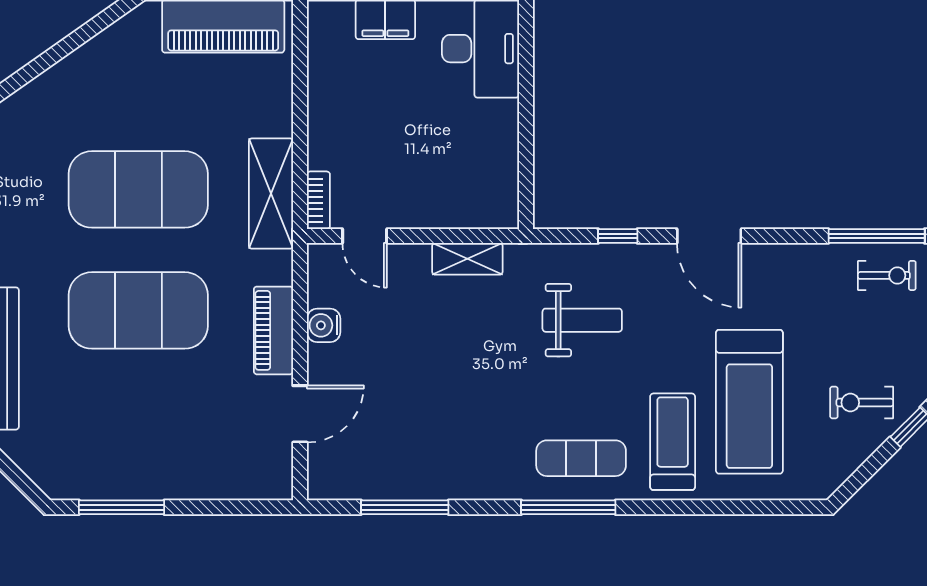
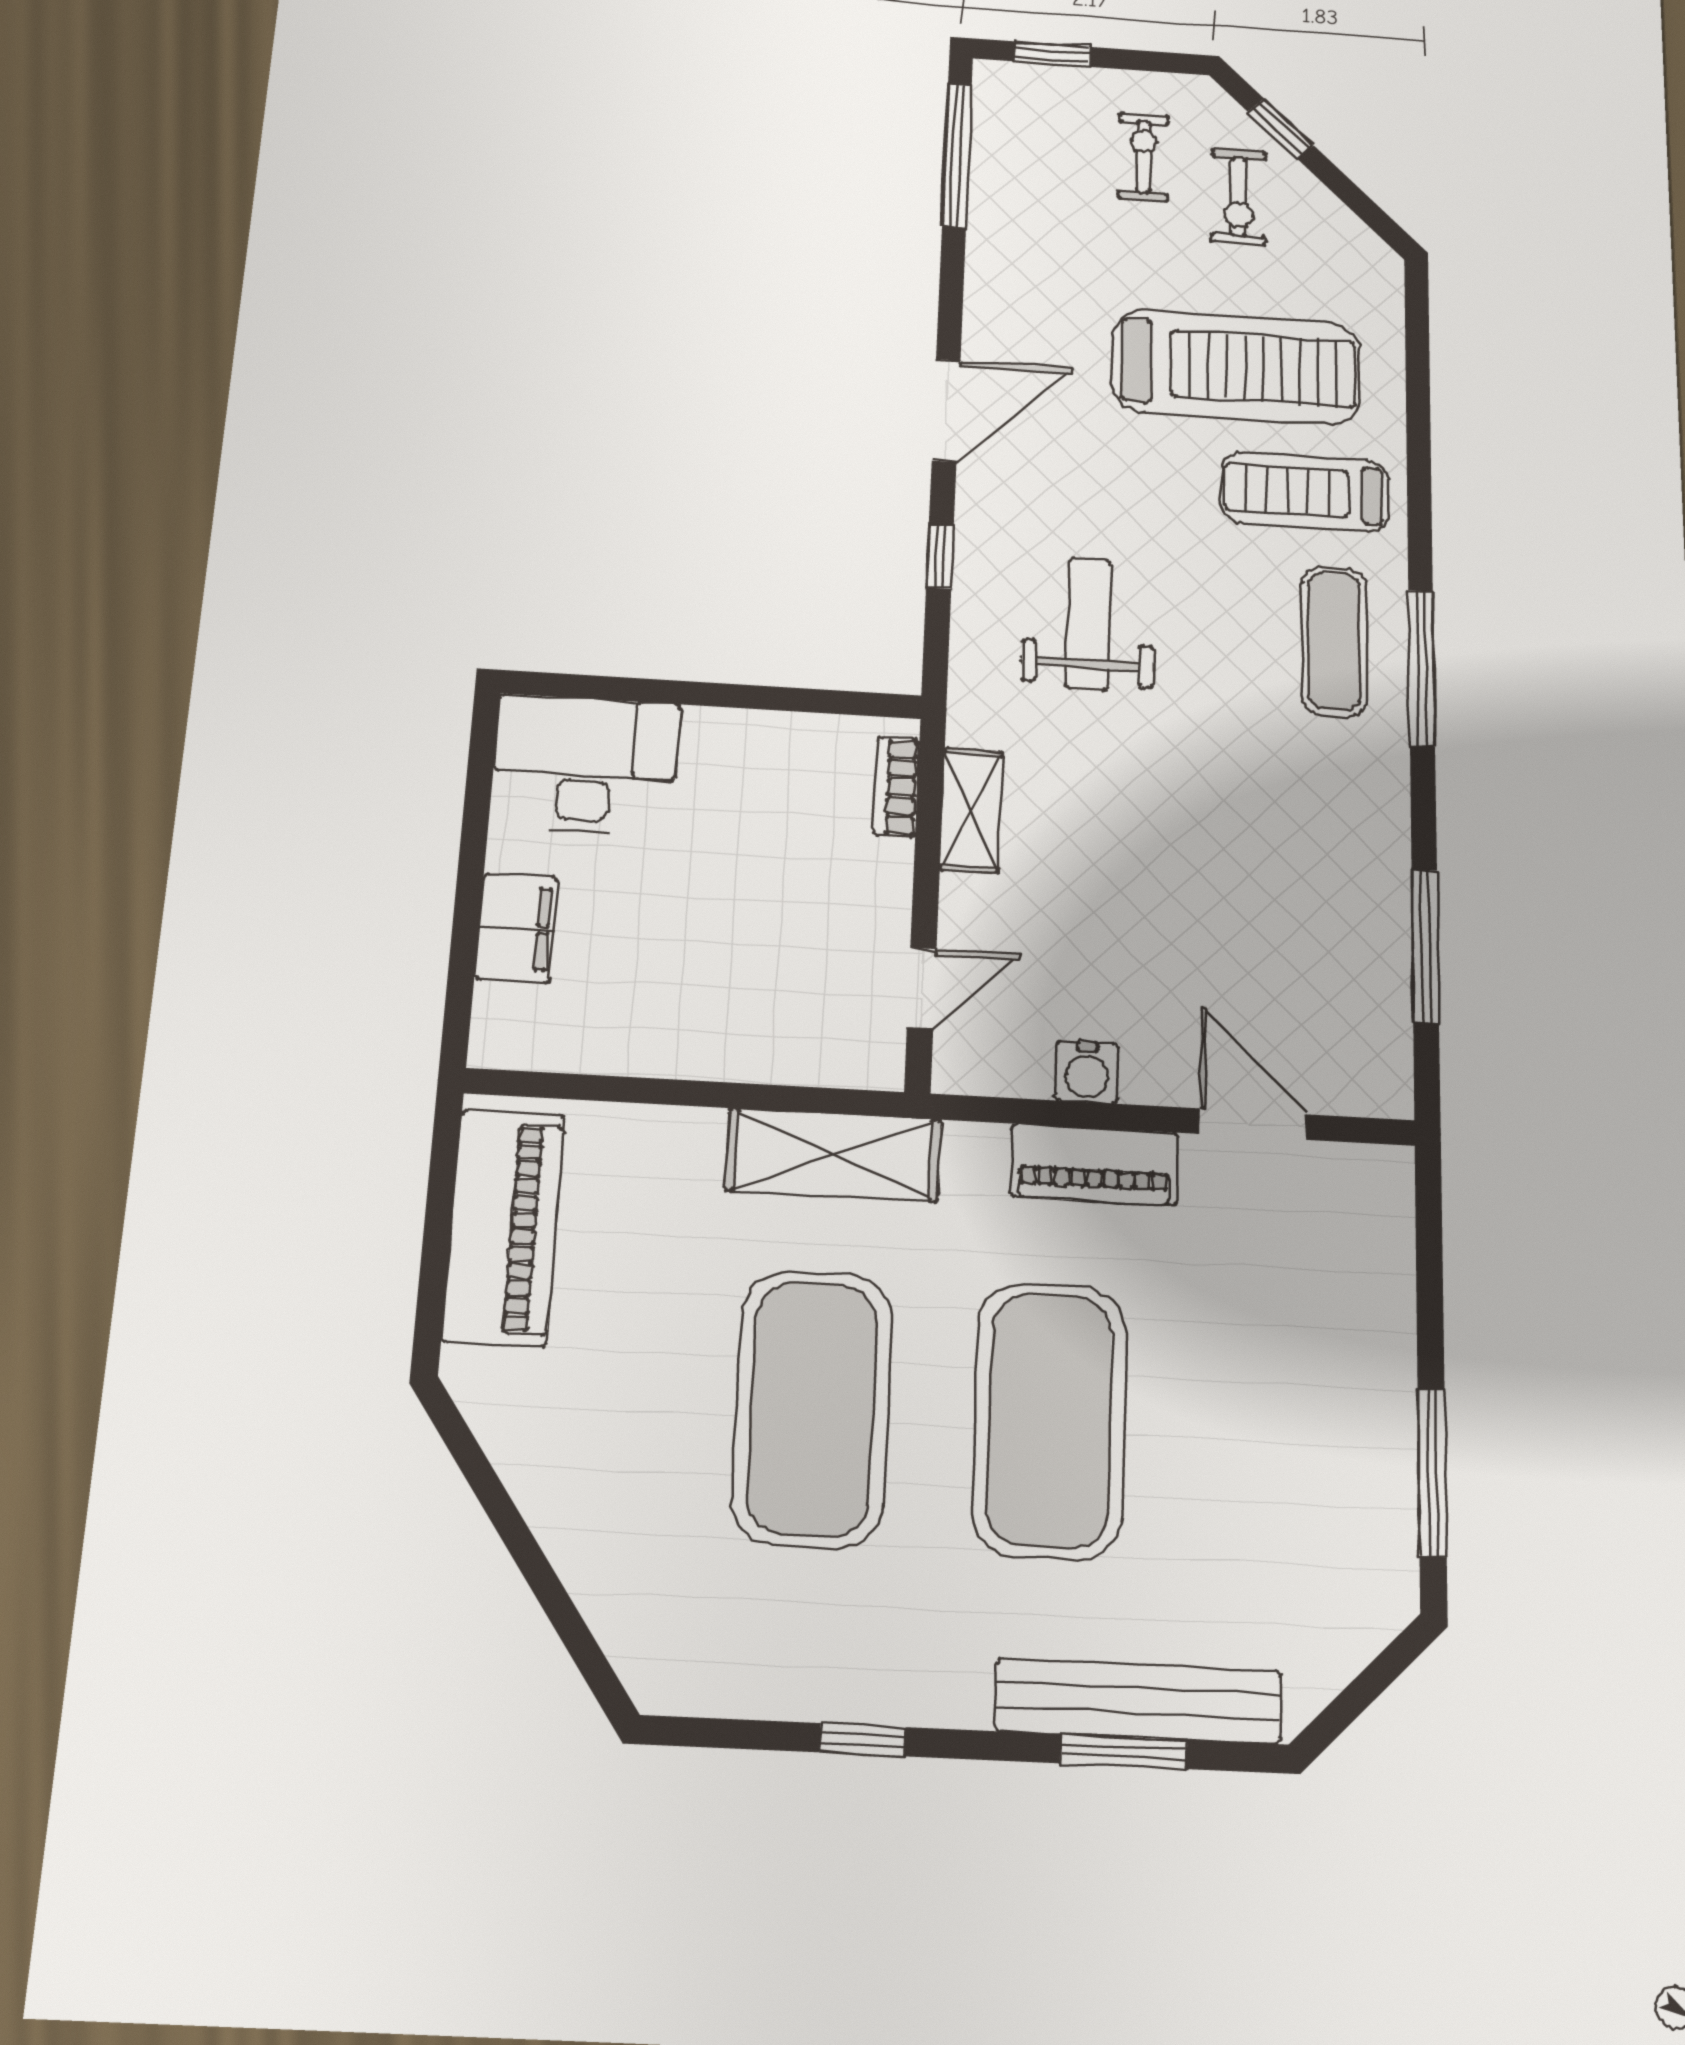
bookcase: (318, 200) -> (896, 787), moved, turned -90
exercise bike: (887, 275) -> (1143, 157), moved

